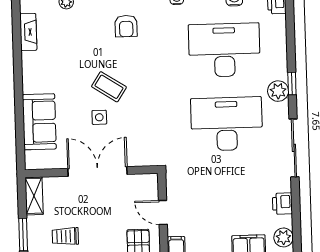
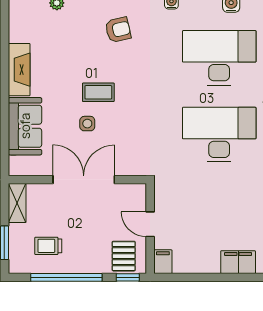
armchair: (126, 26) -> (118, 30), turned -103
fireplace: (28, 32) -> (19, 70), moved, width x1.37, depth x1.32
coffee table: (109, 87) -> (98, 92), turned -33

